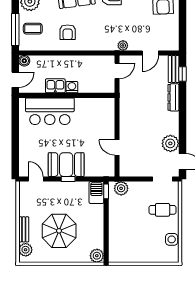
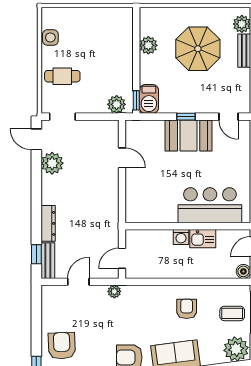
plant: (97, 256) -> (148, 45), moved

